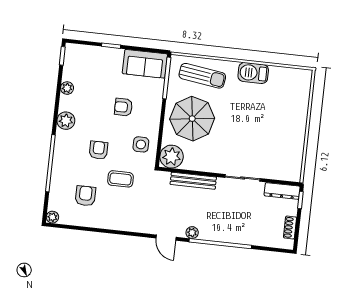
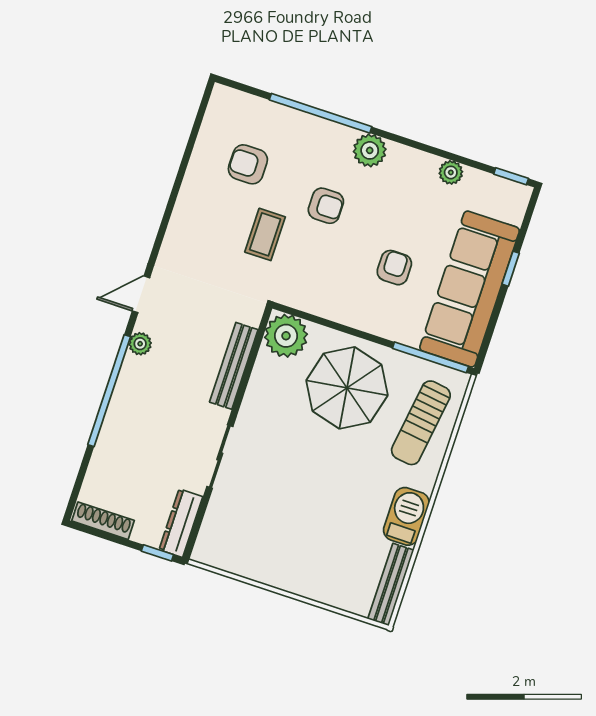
sofa: (145, 64) -> (470, 289), width x1.85, depth x1.27
bench: (291, 73) -> (391, 585), added
plant: (66, 121) -> (370, 150), moved
side table: (141, 144) -> (320, 285), removed
armchair: (85, 196) -> (248, 164), turned 180
plant: (52, 217) -> (222, 96), removed
shoe rack: (290, 228) -> (103, 521), width x1.43

